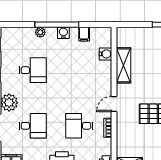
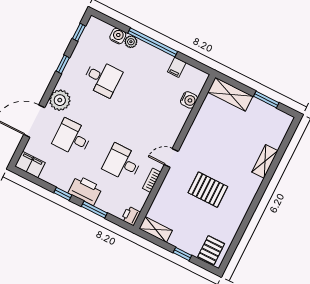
water cooler: (63, 33) -> (118, 36), moved
shelving: (124, 65) -> (230, 94), moved, turned 90
desk: (33, 126) -> (72, 138), turned 180

